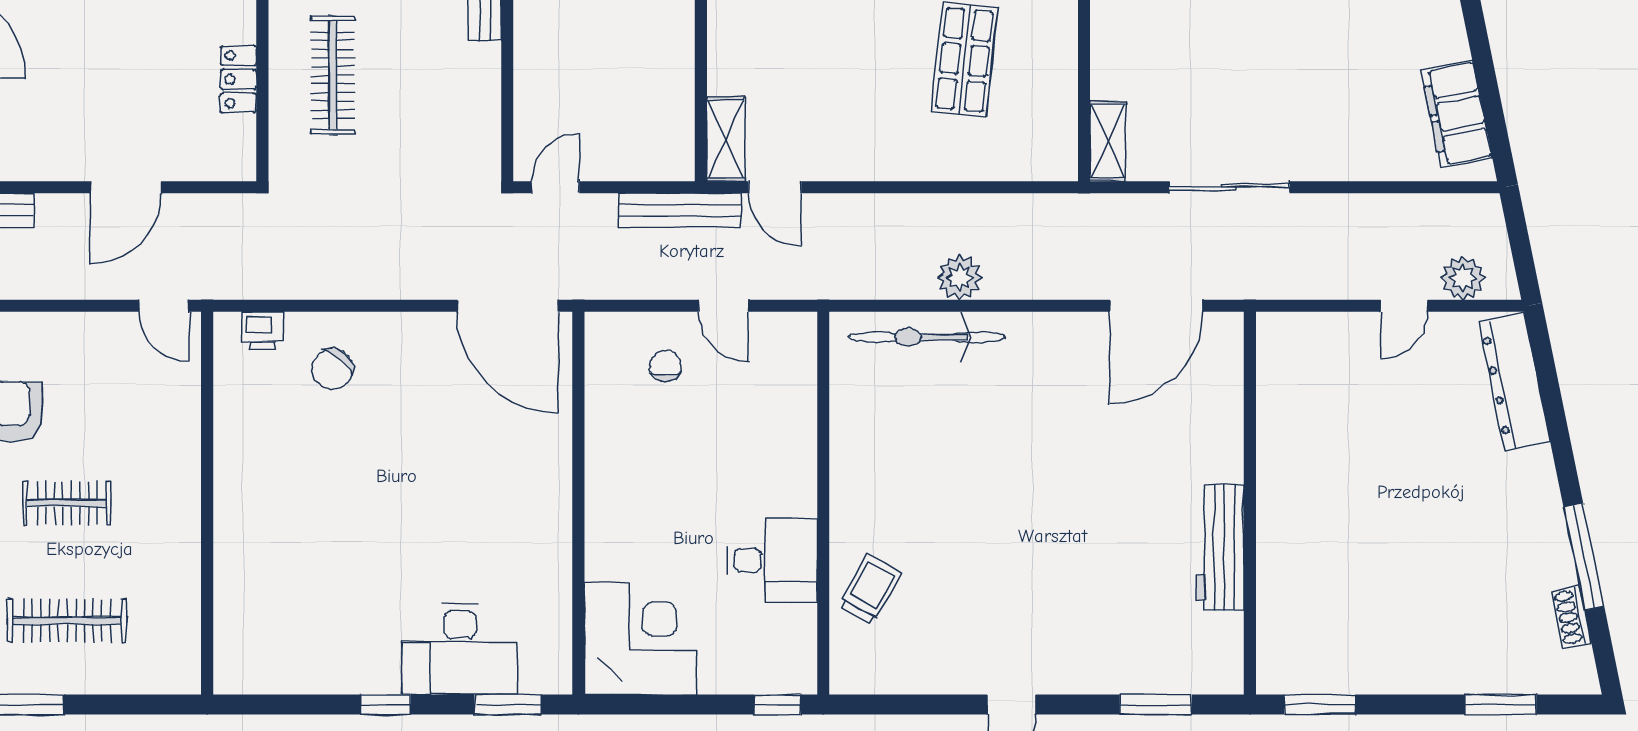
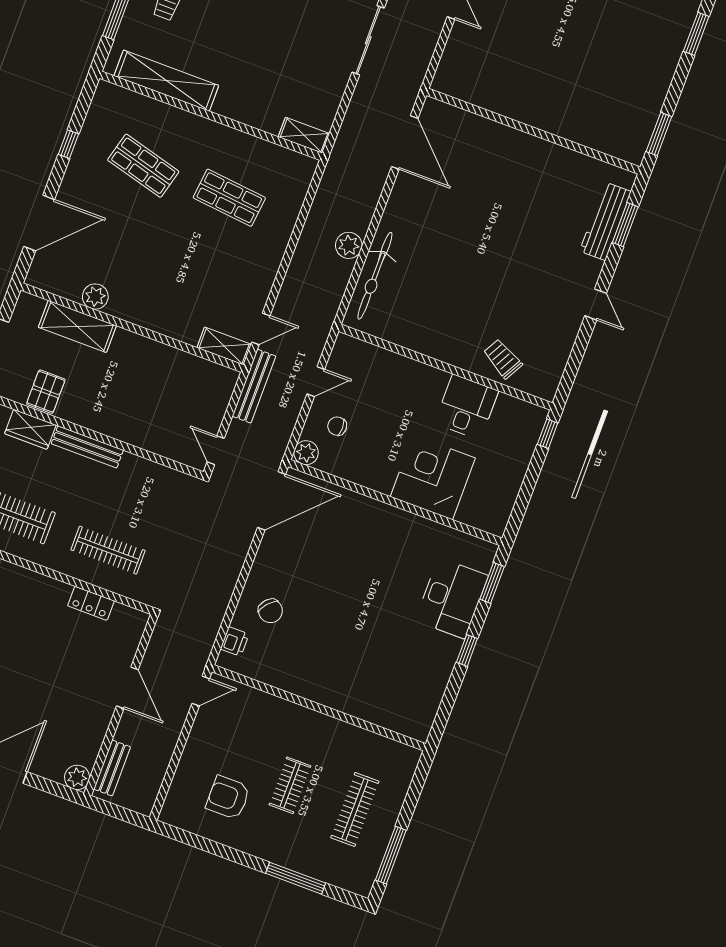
sliding door: (1229, 187) -> (368, 40), moved
plant: (605, 332) -> (306, 453), added
workbench: (1220, 547) -> (605, 221), moved, turned 90
corner desk: (641, 638) -> (433, 477), moved

